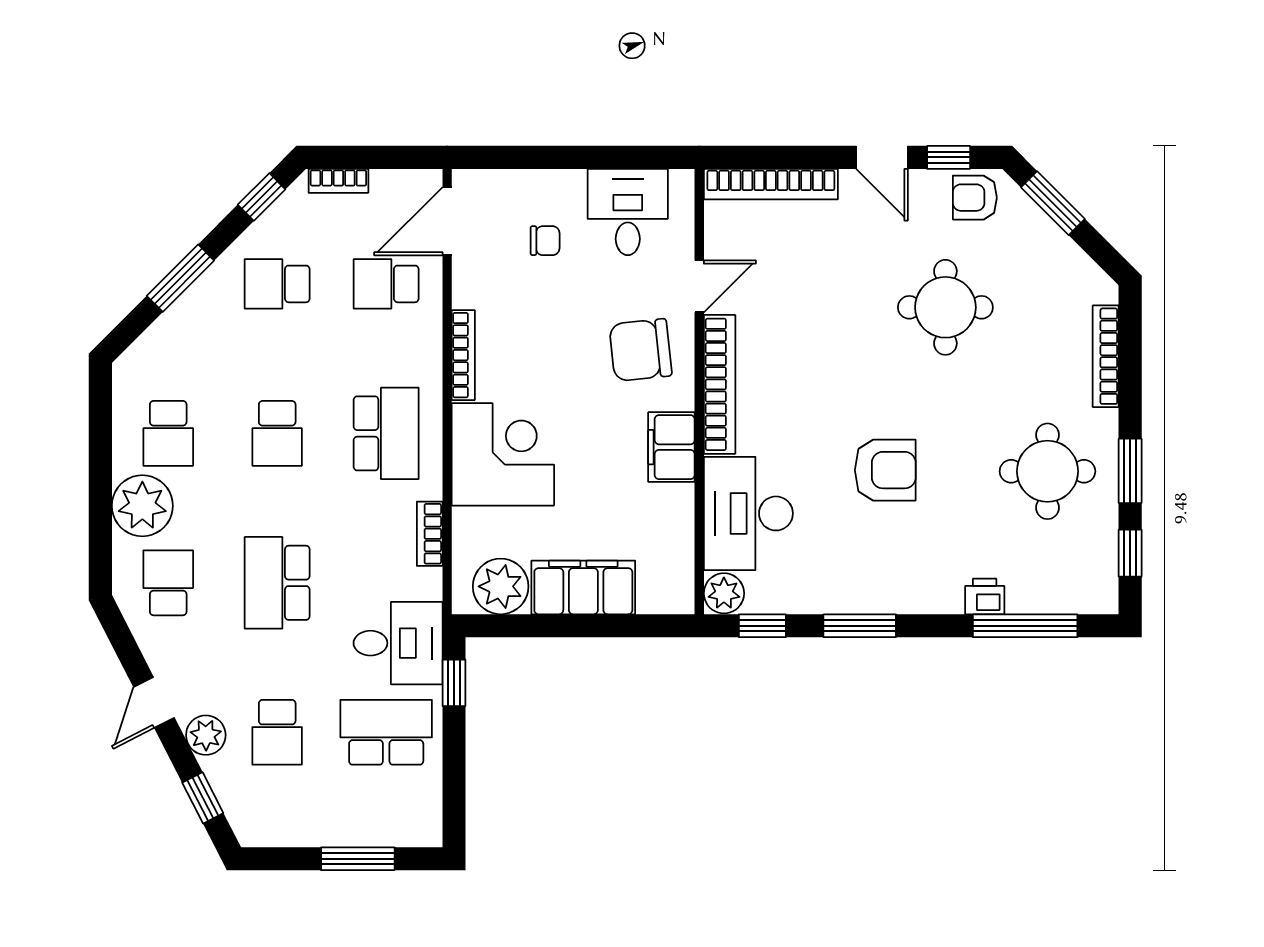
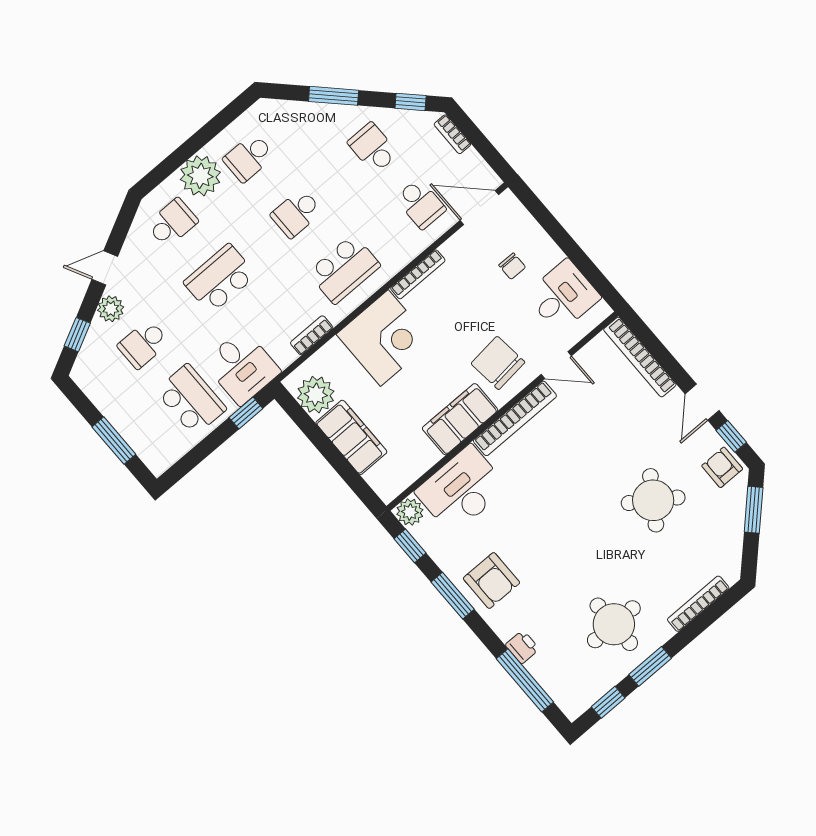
school desk: (386, 284) -> (421, 204), turned 180
round table: (945, 307) -> (653, 500), turned 34
filing cabinet: (671, 447) -> (460, 419), width x1.50, depth x1.17
armchair: (885, 470) -> (491, 581), moved

